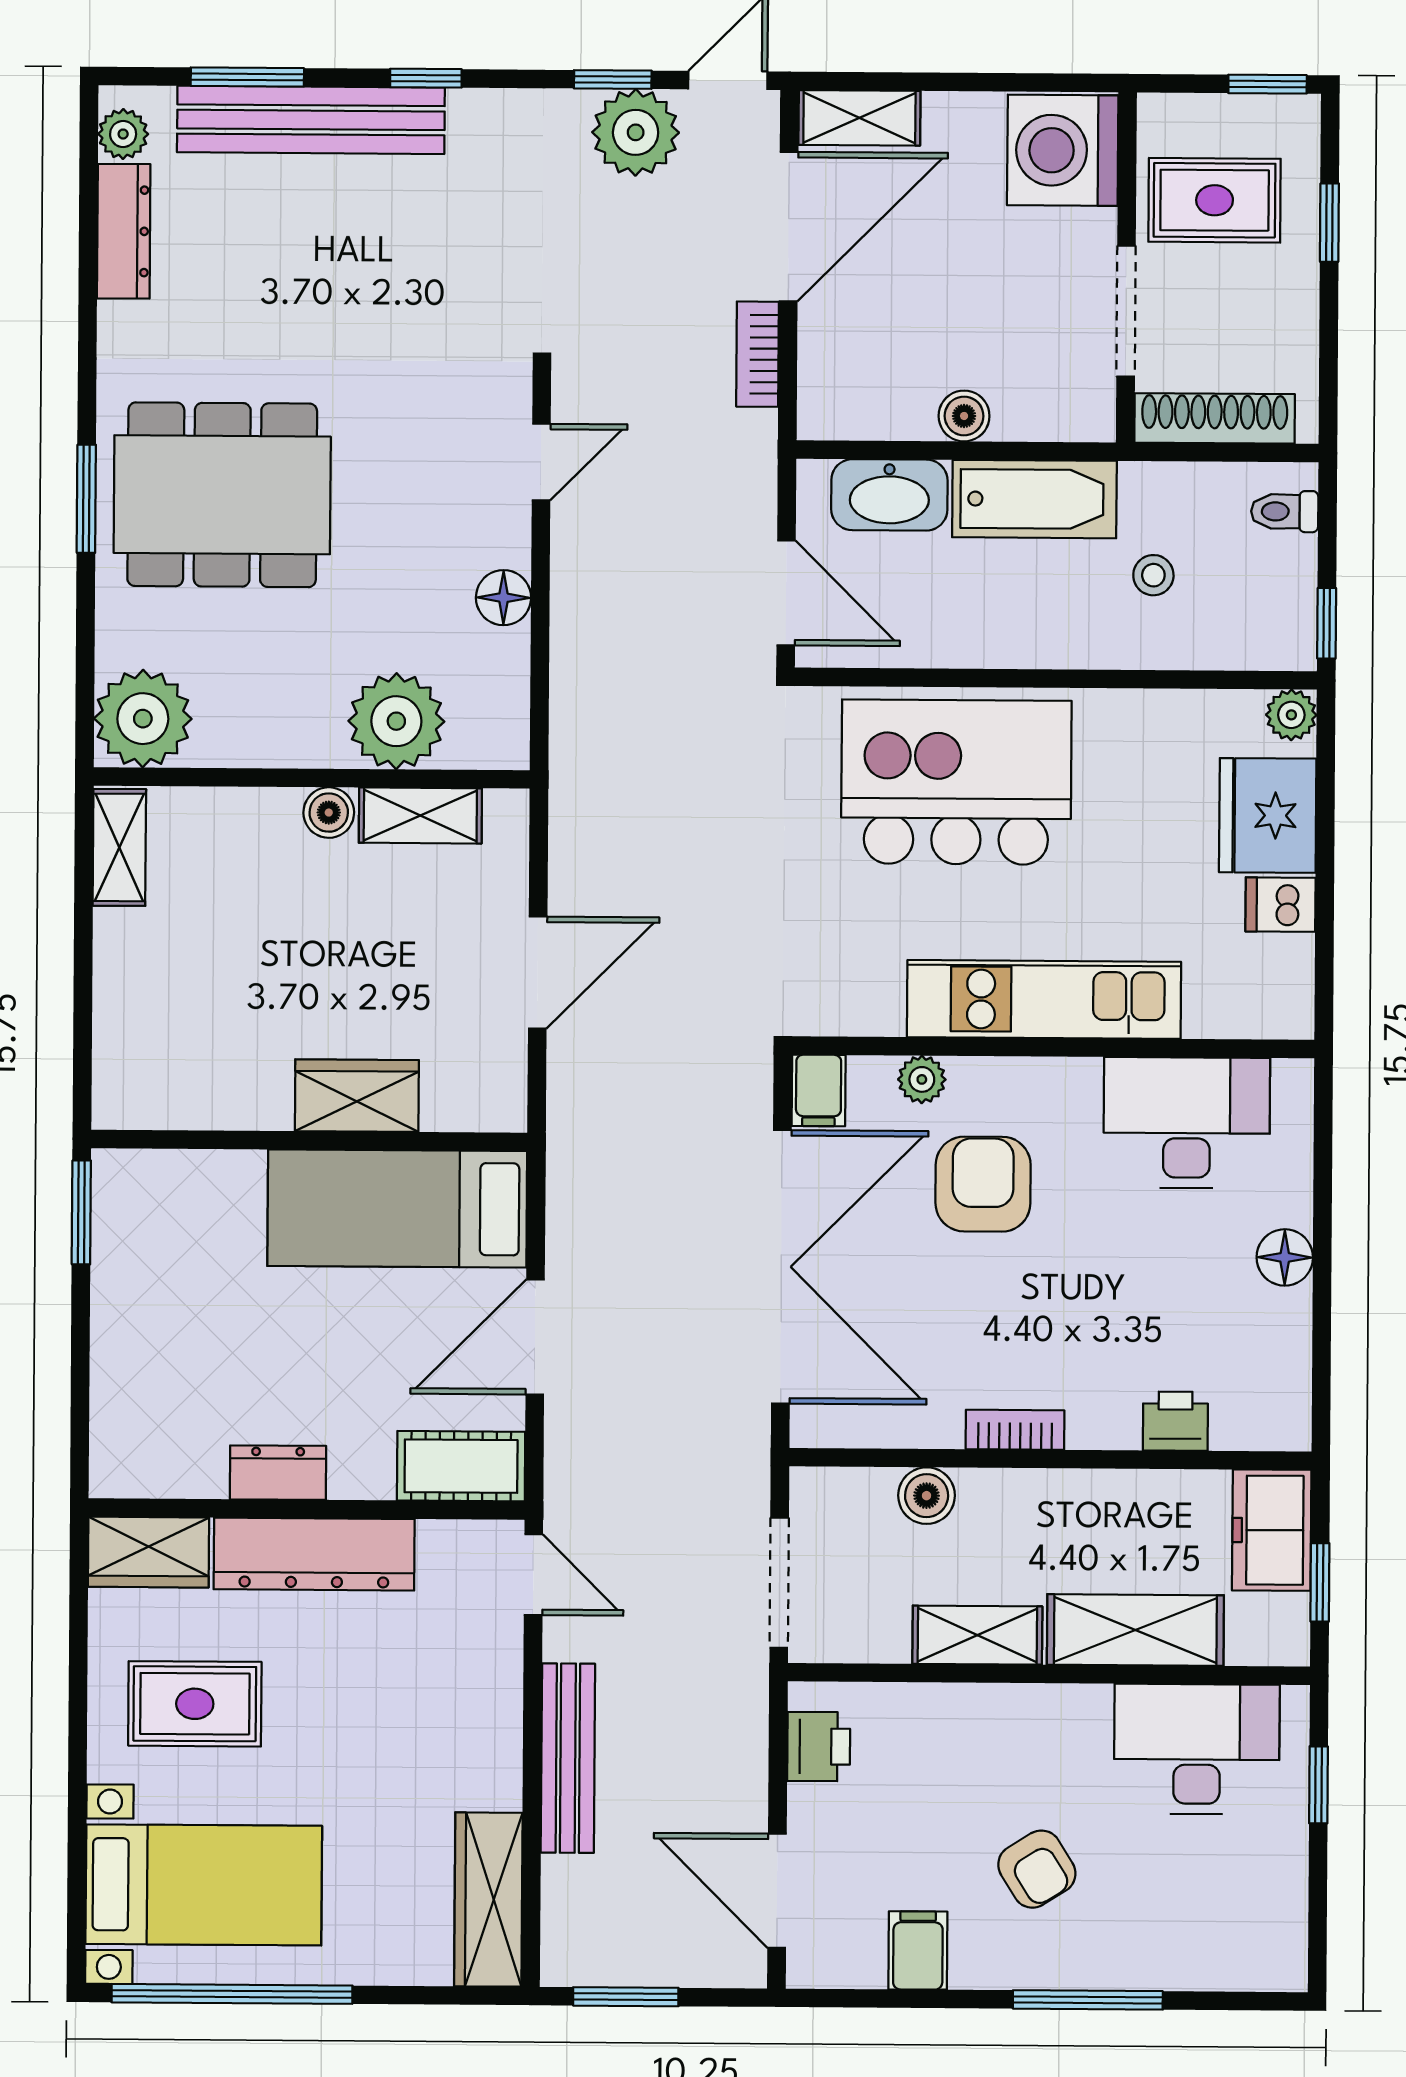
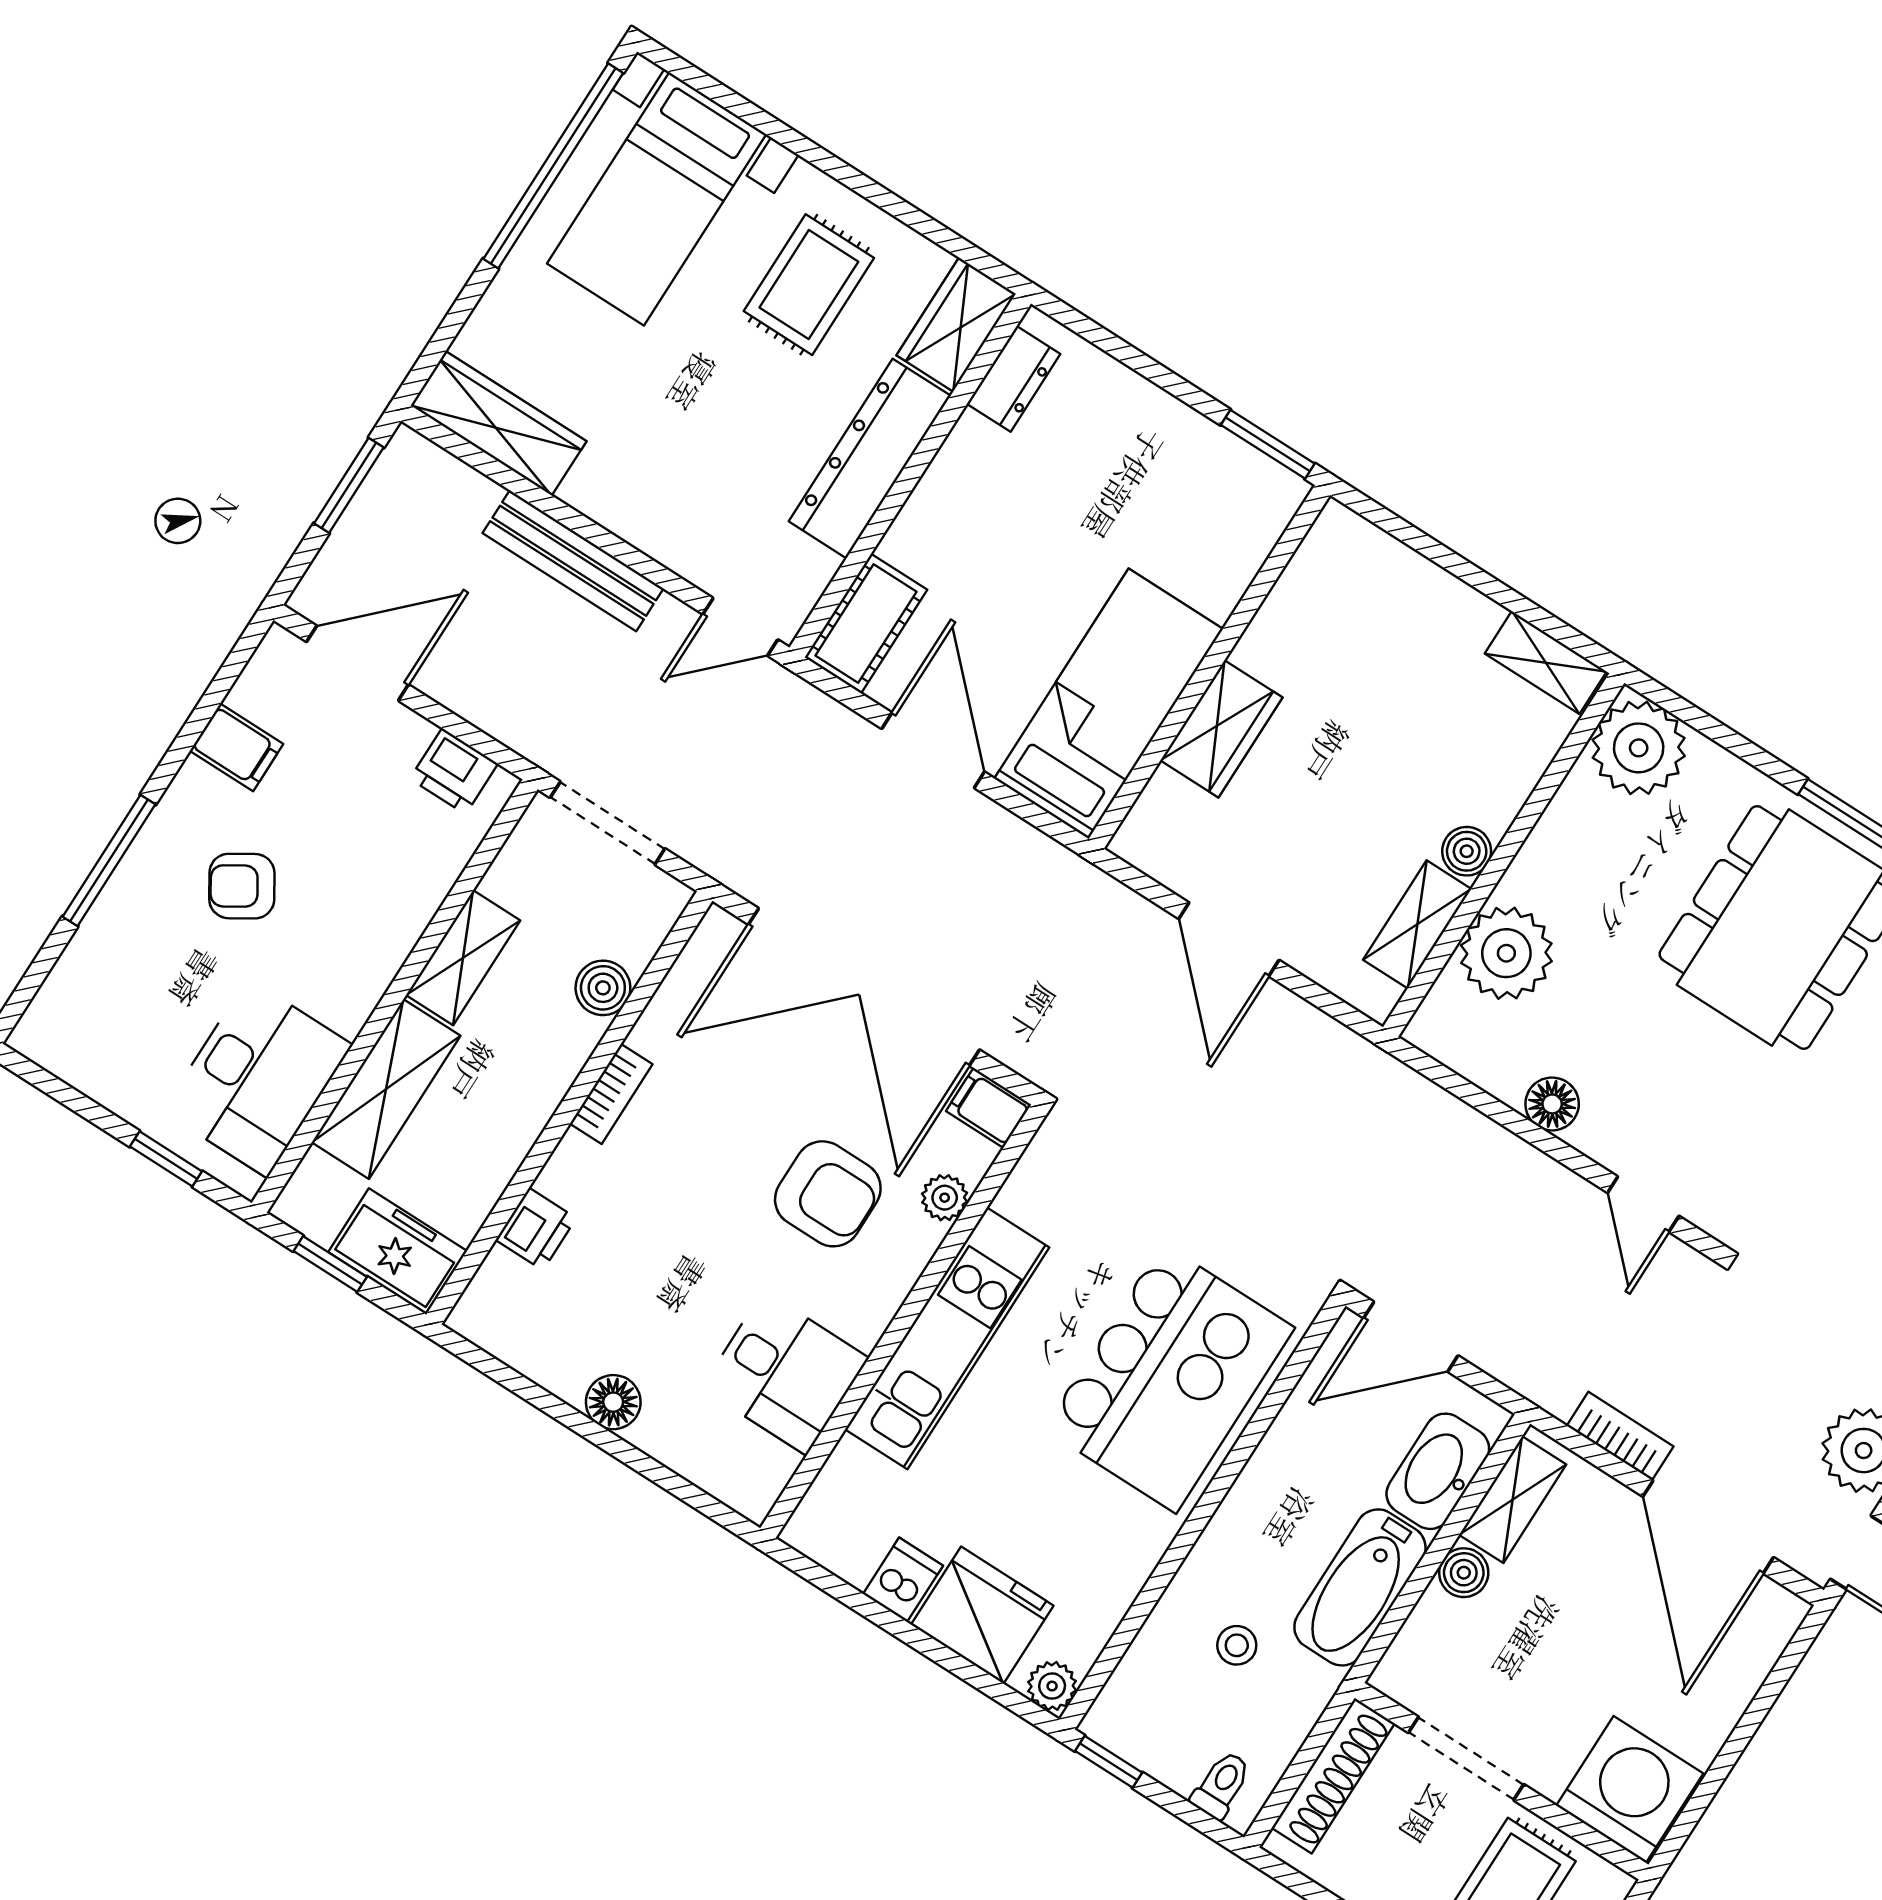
shelving: (859, 118) -> (1513, 1500), moved
desk: (1187, 1123) -> (785, 1373), width x0.73
dresser: (278, 1473) -> (1014, 379), moved

